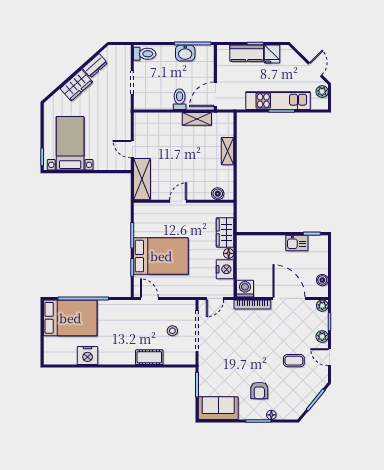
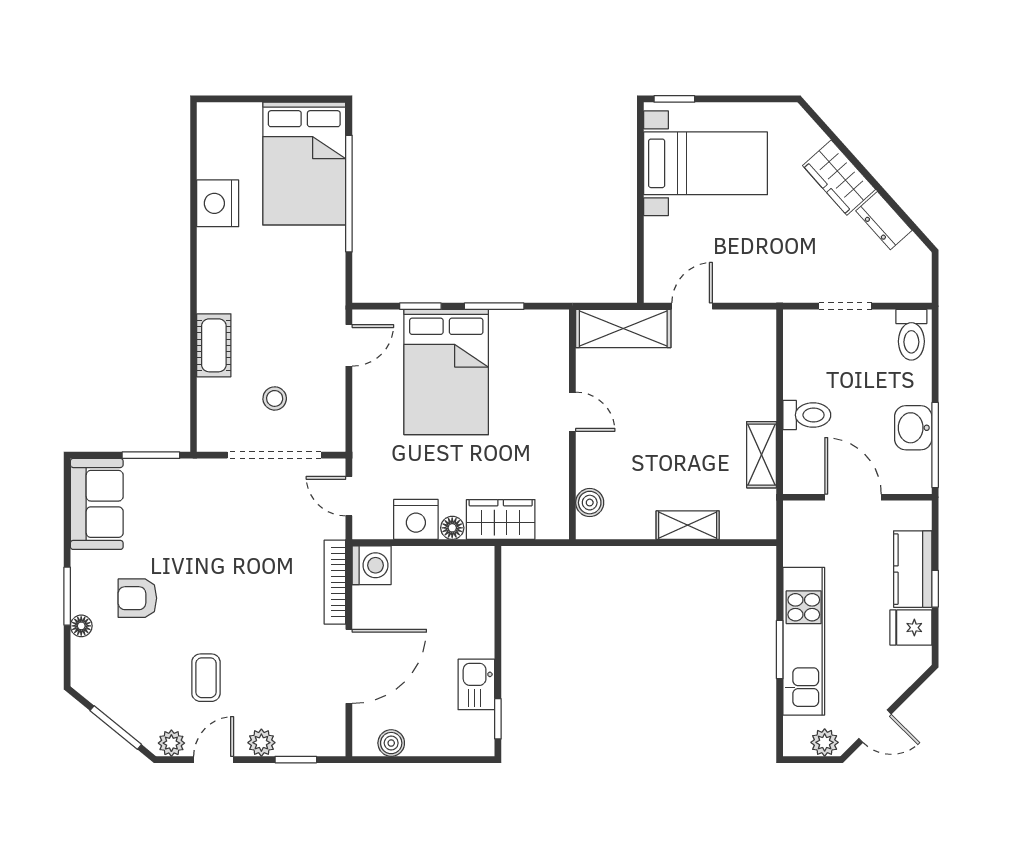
door: (215, 94) -> (853, 497), moved
plant: (322, 306) -> (171, 743), moved

